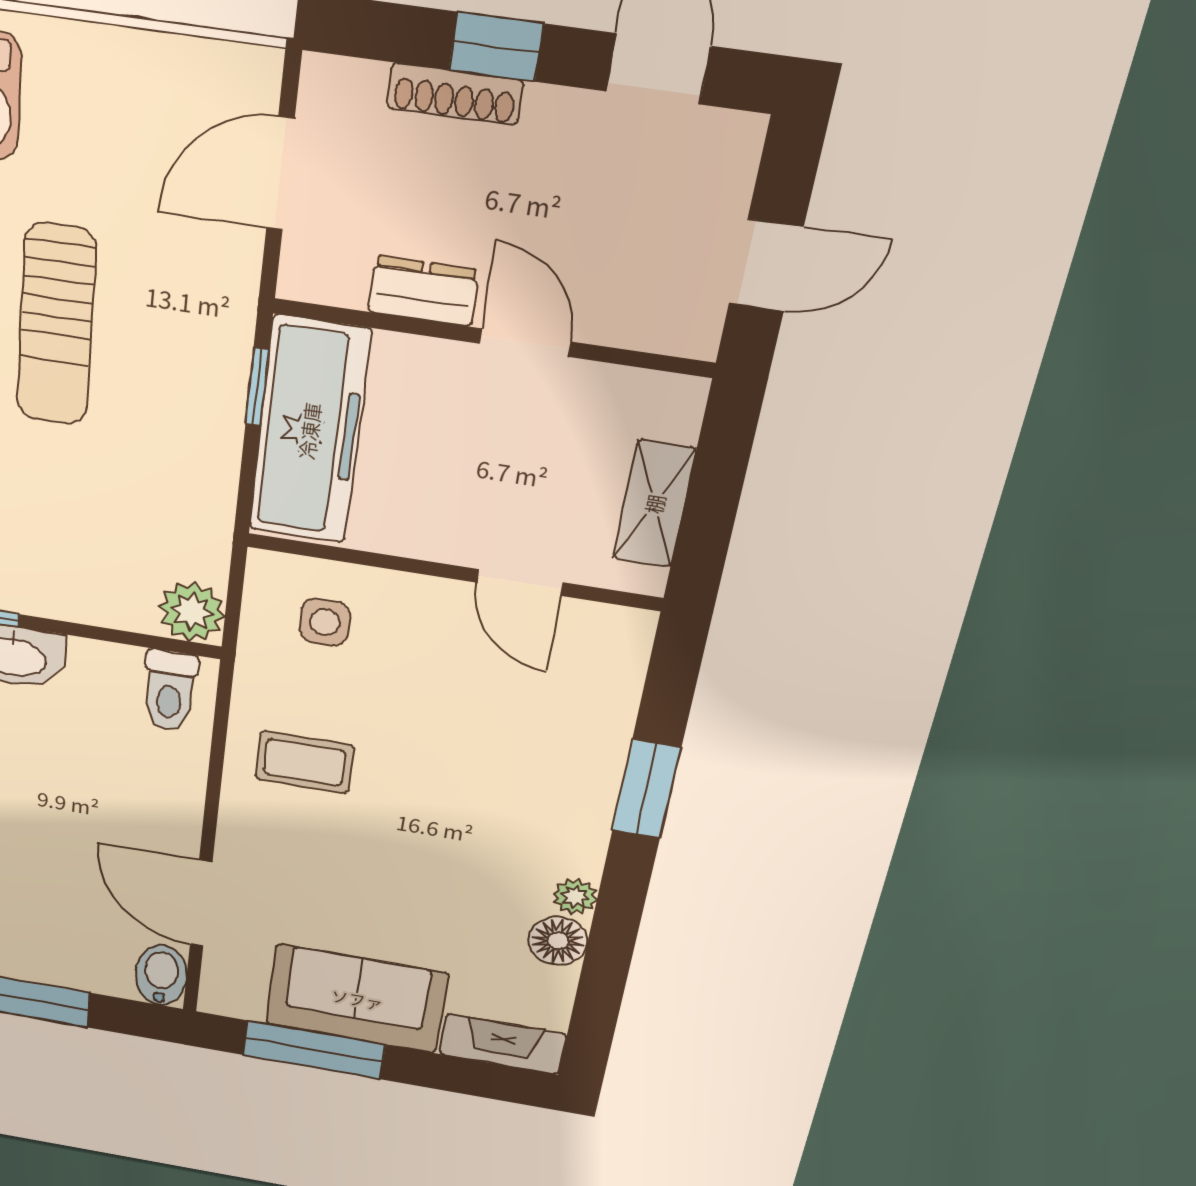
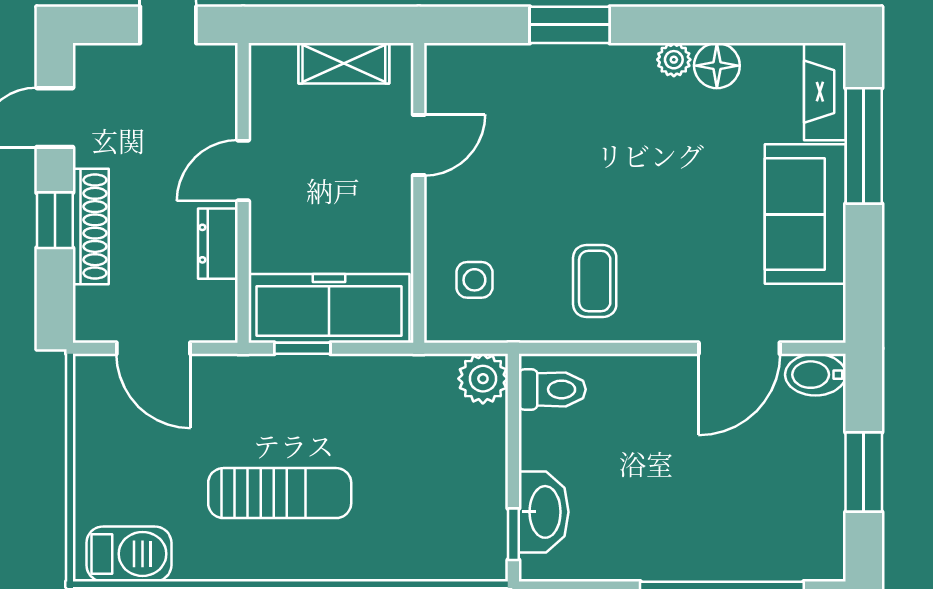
shoe rack: (455, 94) -> (91, 226), width x1.36, depth x1.24
window: (314, 1050) -> (864, 146), moved

